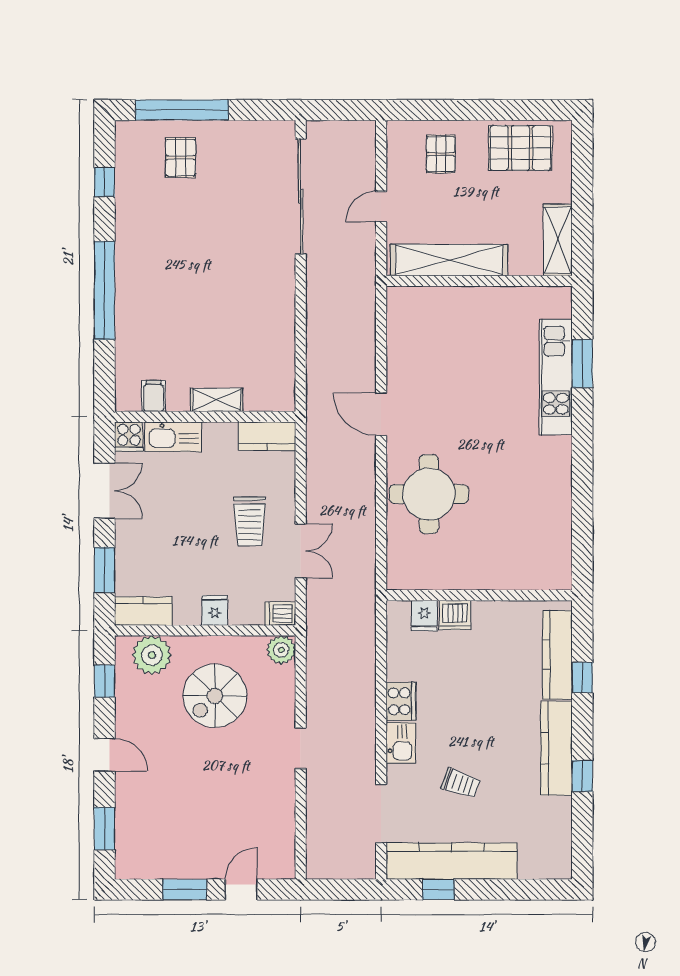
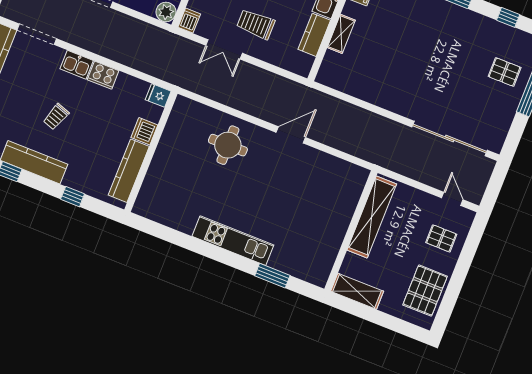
door: (381, 206) -> (452, 199), moved
kitchen unit: (556, 377) -> (233, 241), moved
kitchen counter: (267, 436) -> (314, 35), moved
round table: (429, 494) -> (228, 145), width x0.73, depth x0.73
fridge: (424, 616) -> (158, 96), moved
kitchen counter: (557, 655) -> (129, 171), moved, turned -90
trolley: (461, 783) -> (56, 117), moved

